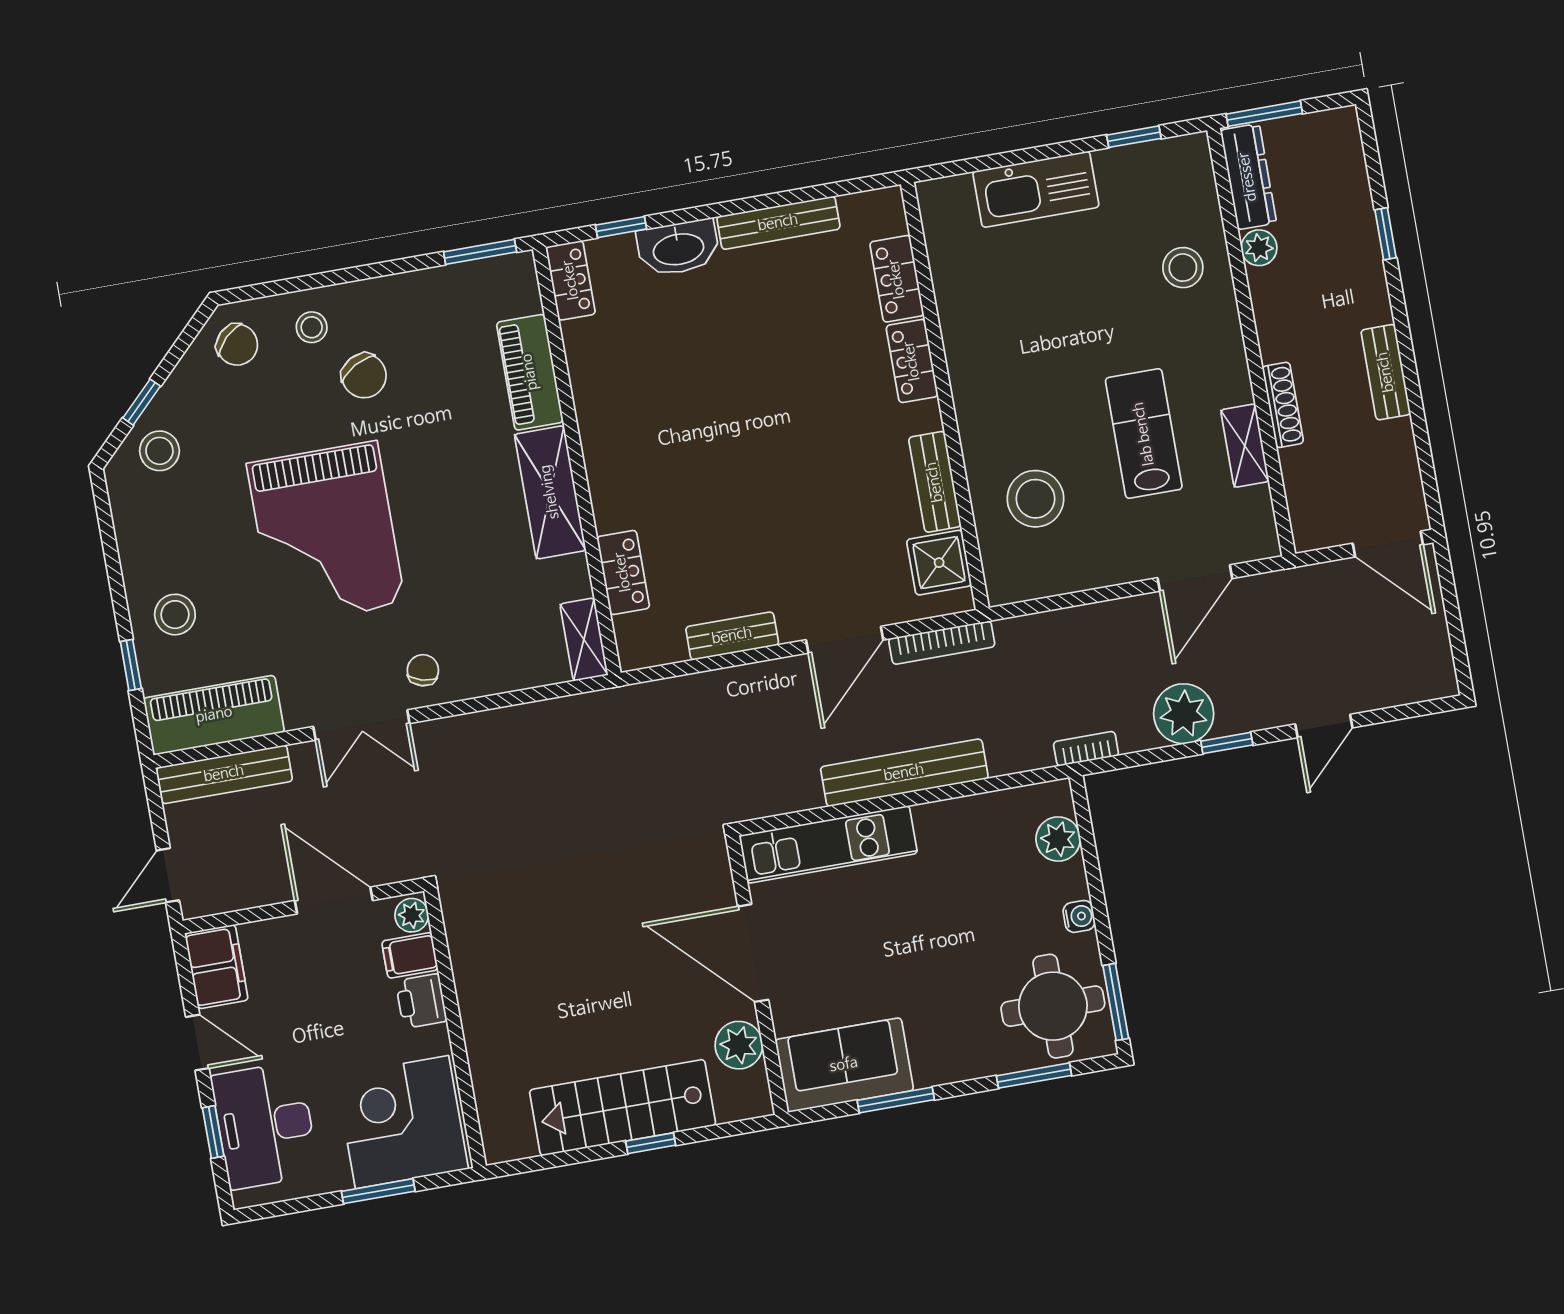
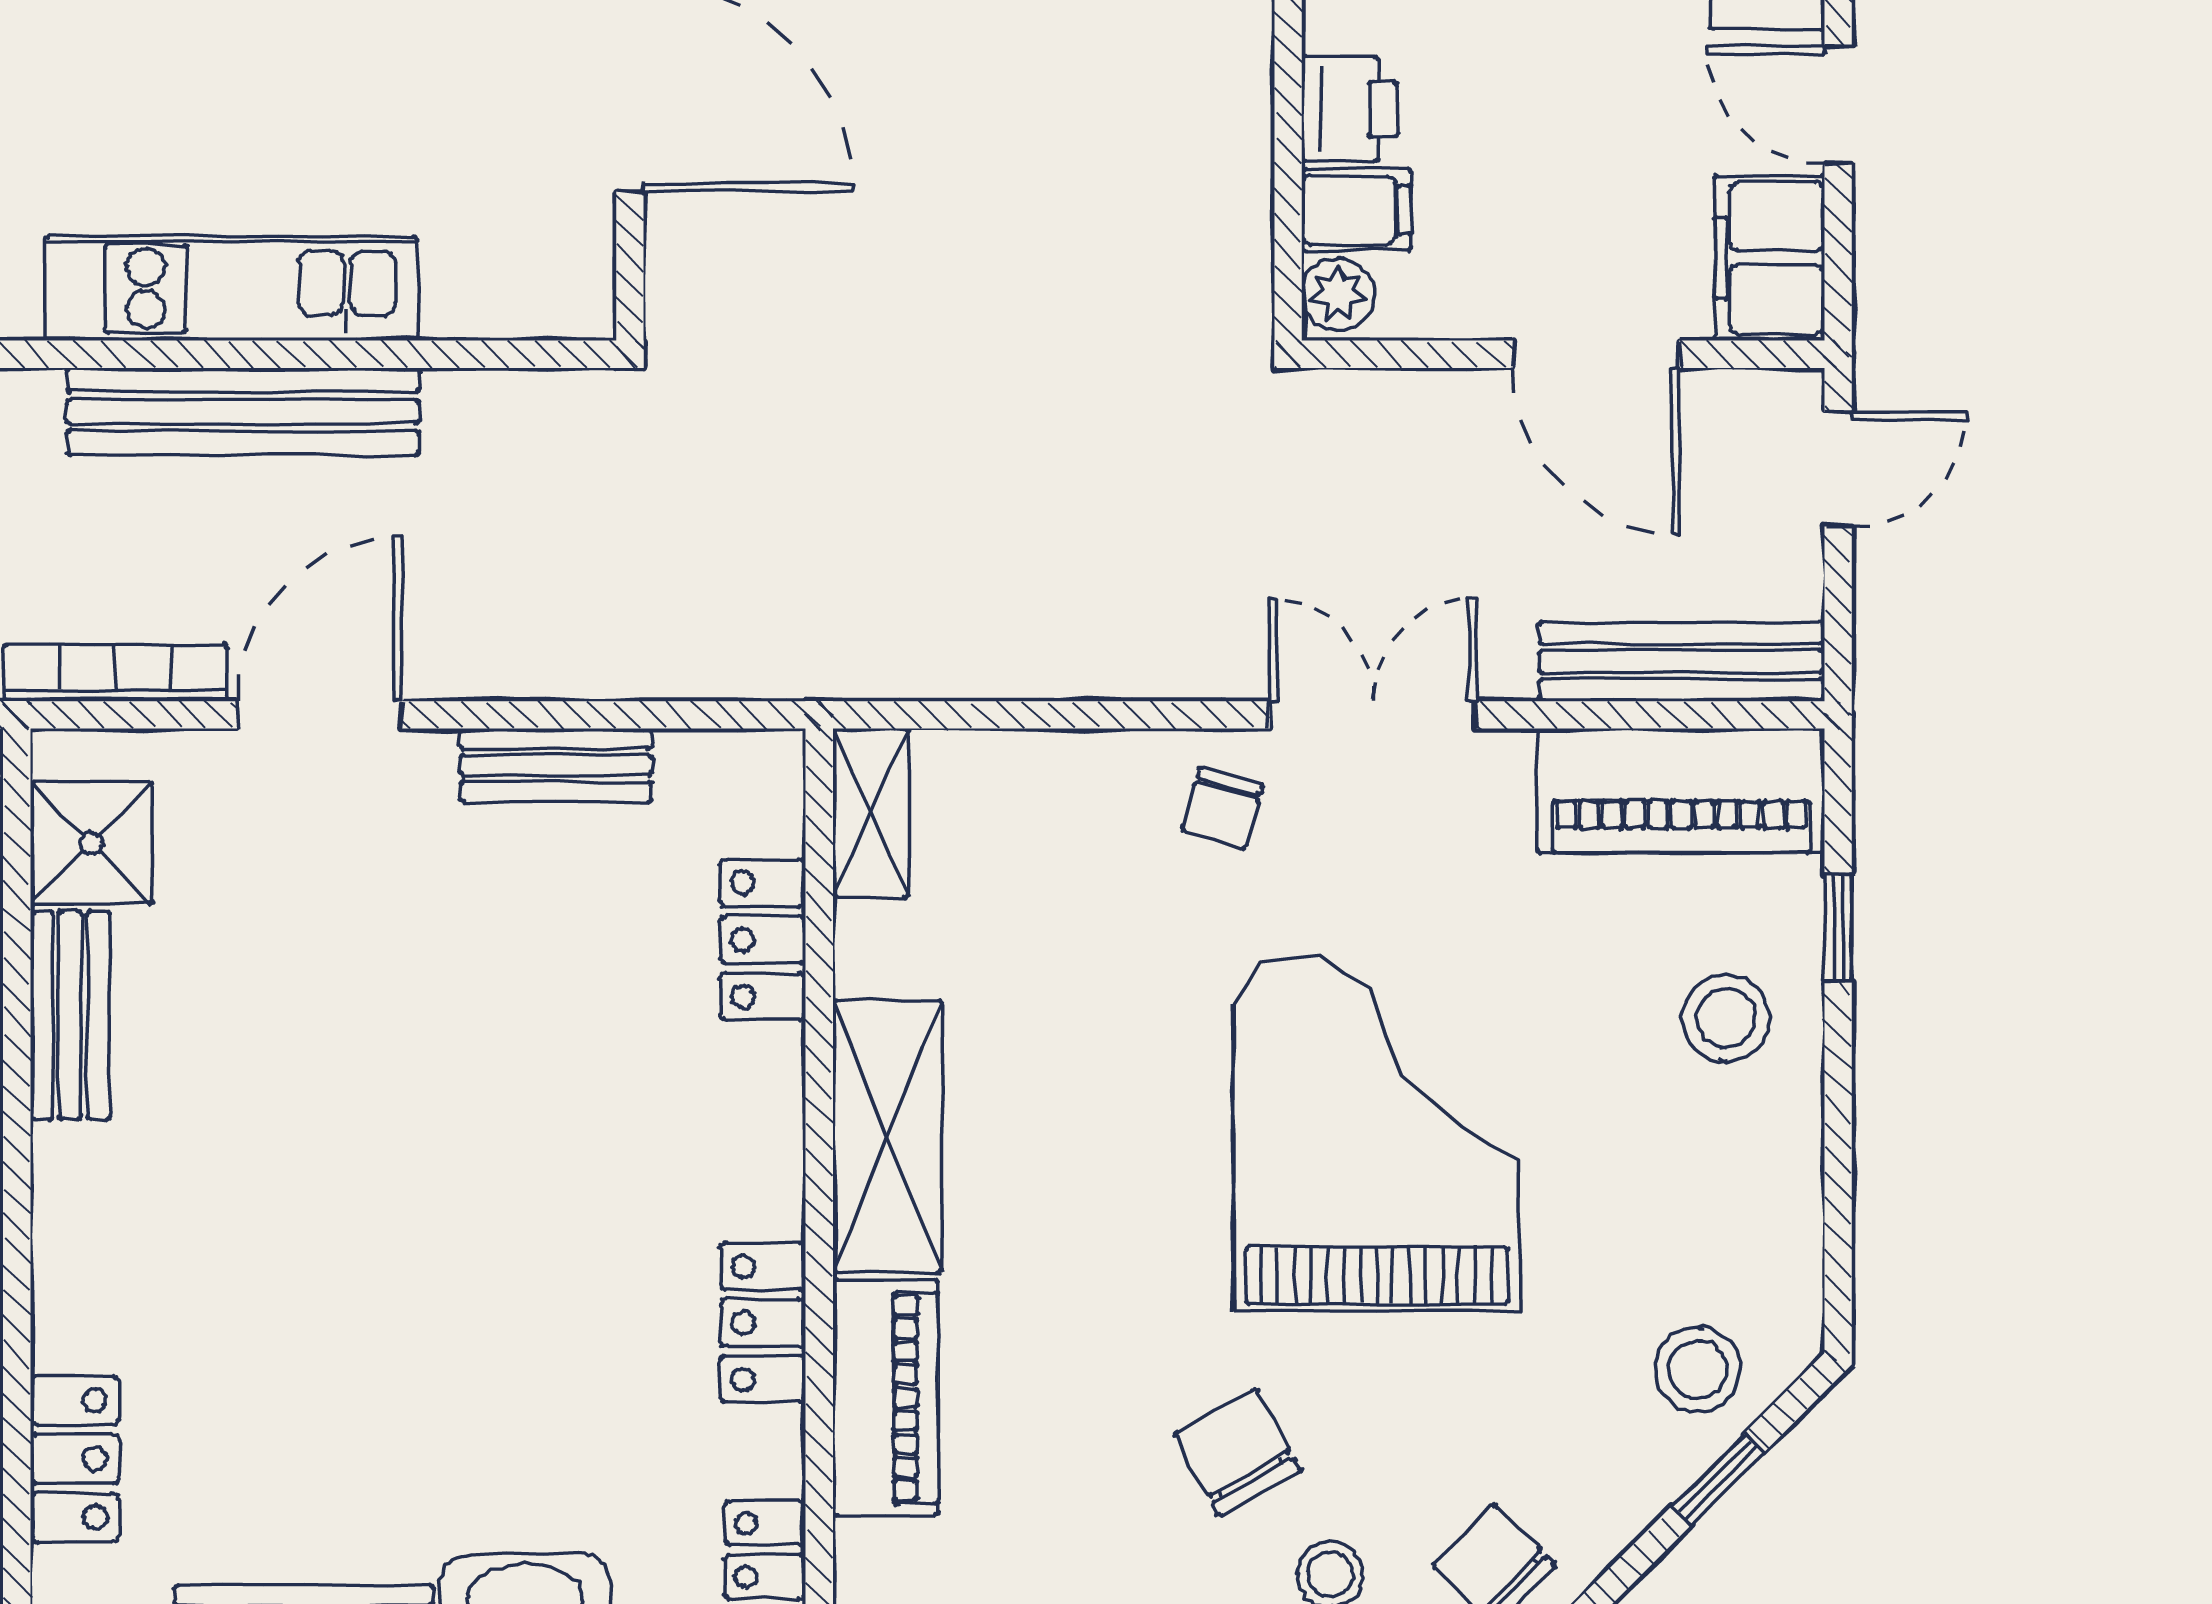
locker: (912, 361) -> (763, 1323), moved, turned 180
kitchen unit: (828, 844) -> (231, 288), moved
door: (334, 900) -> (1596, 354), moved

